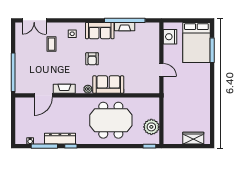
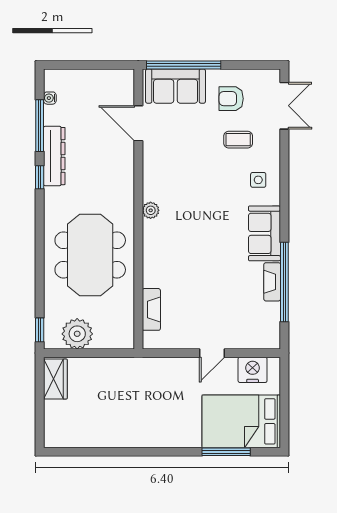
double door: (34, 20) -> (284, 106), swing flipped
armchair: (92, 59) -> (231, 99), moved
door: (161, 70) -> (212, 353), moved
sofa: (108, 85) -> (176, 86), moved, turned 90
fireplace: (64, 89) -> (151, 309), moved
wardrobe: (193, 138) -> (55, 379), moved

